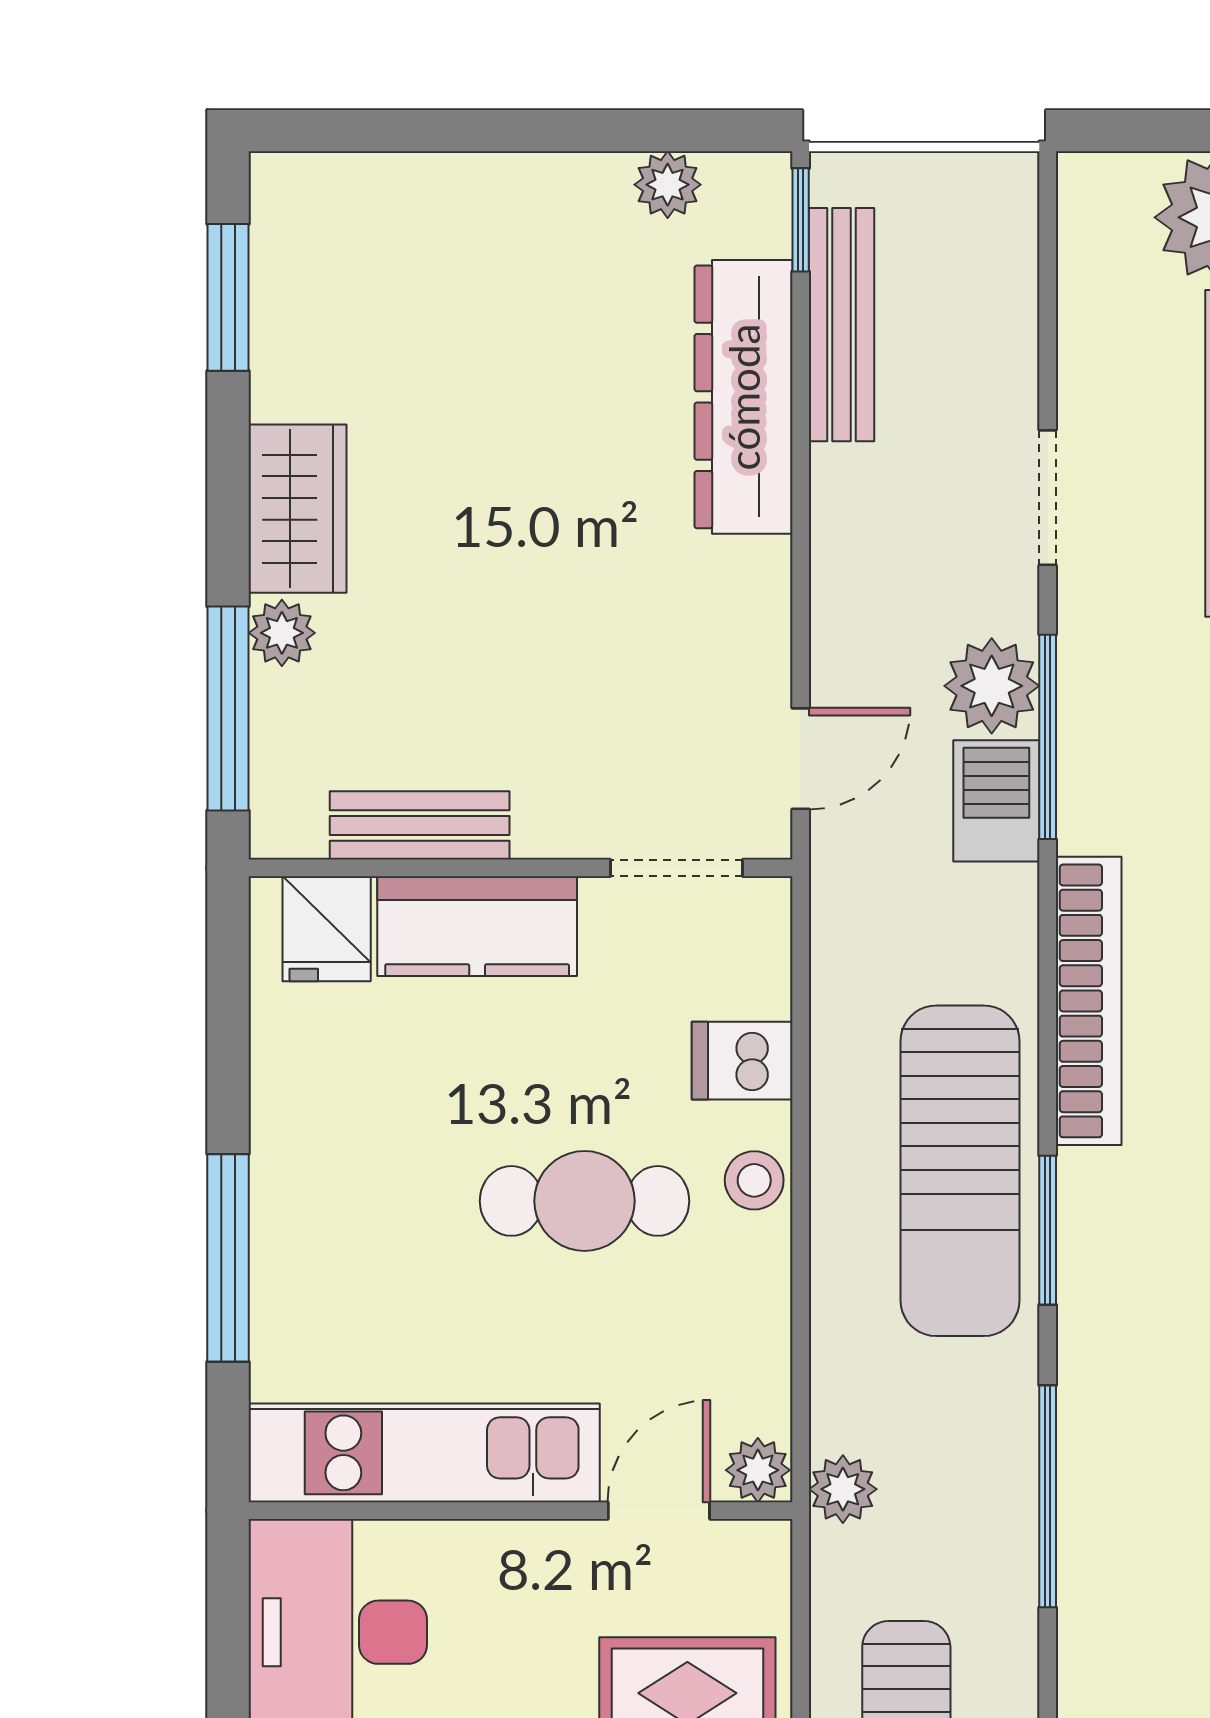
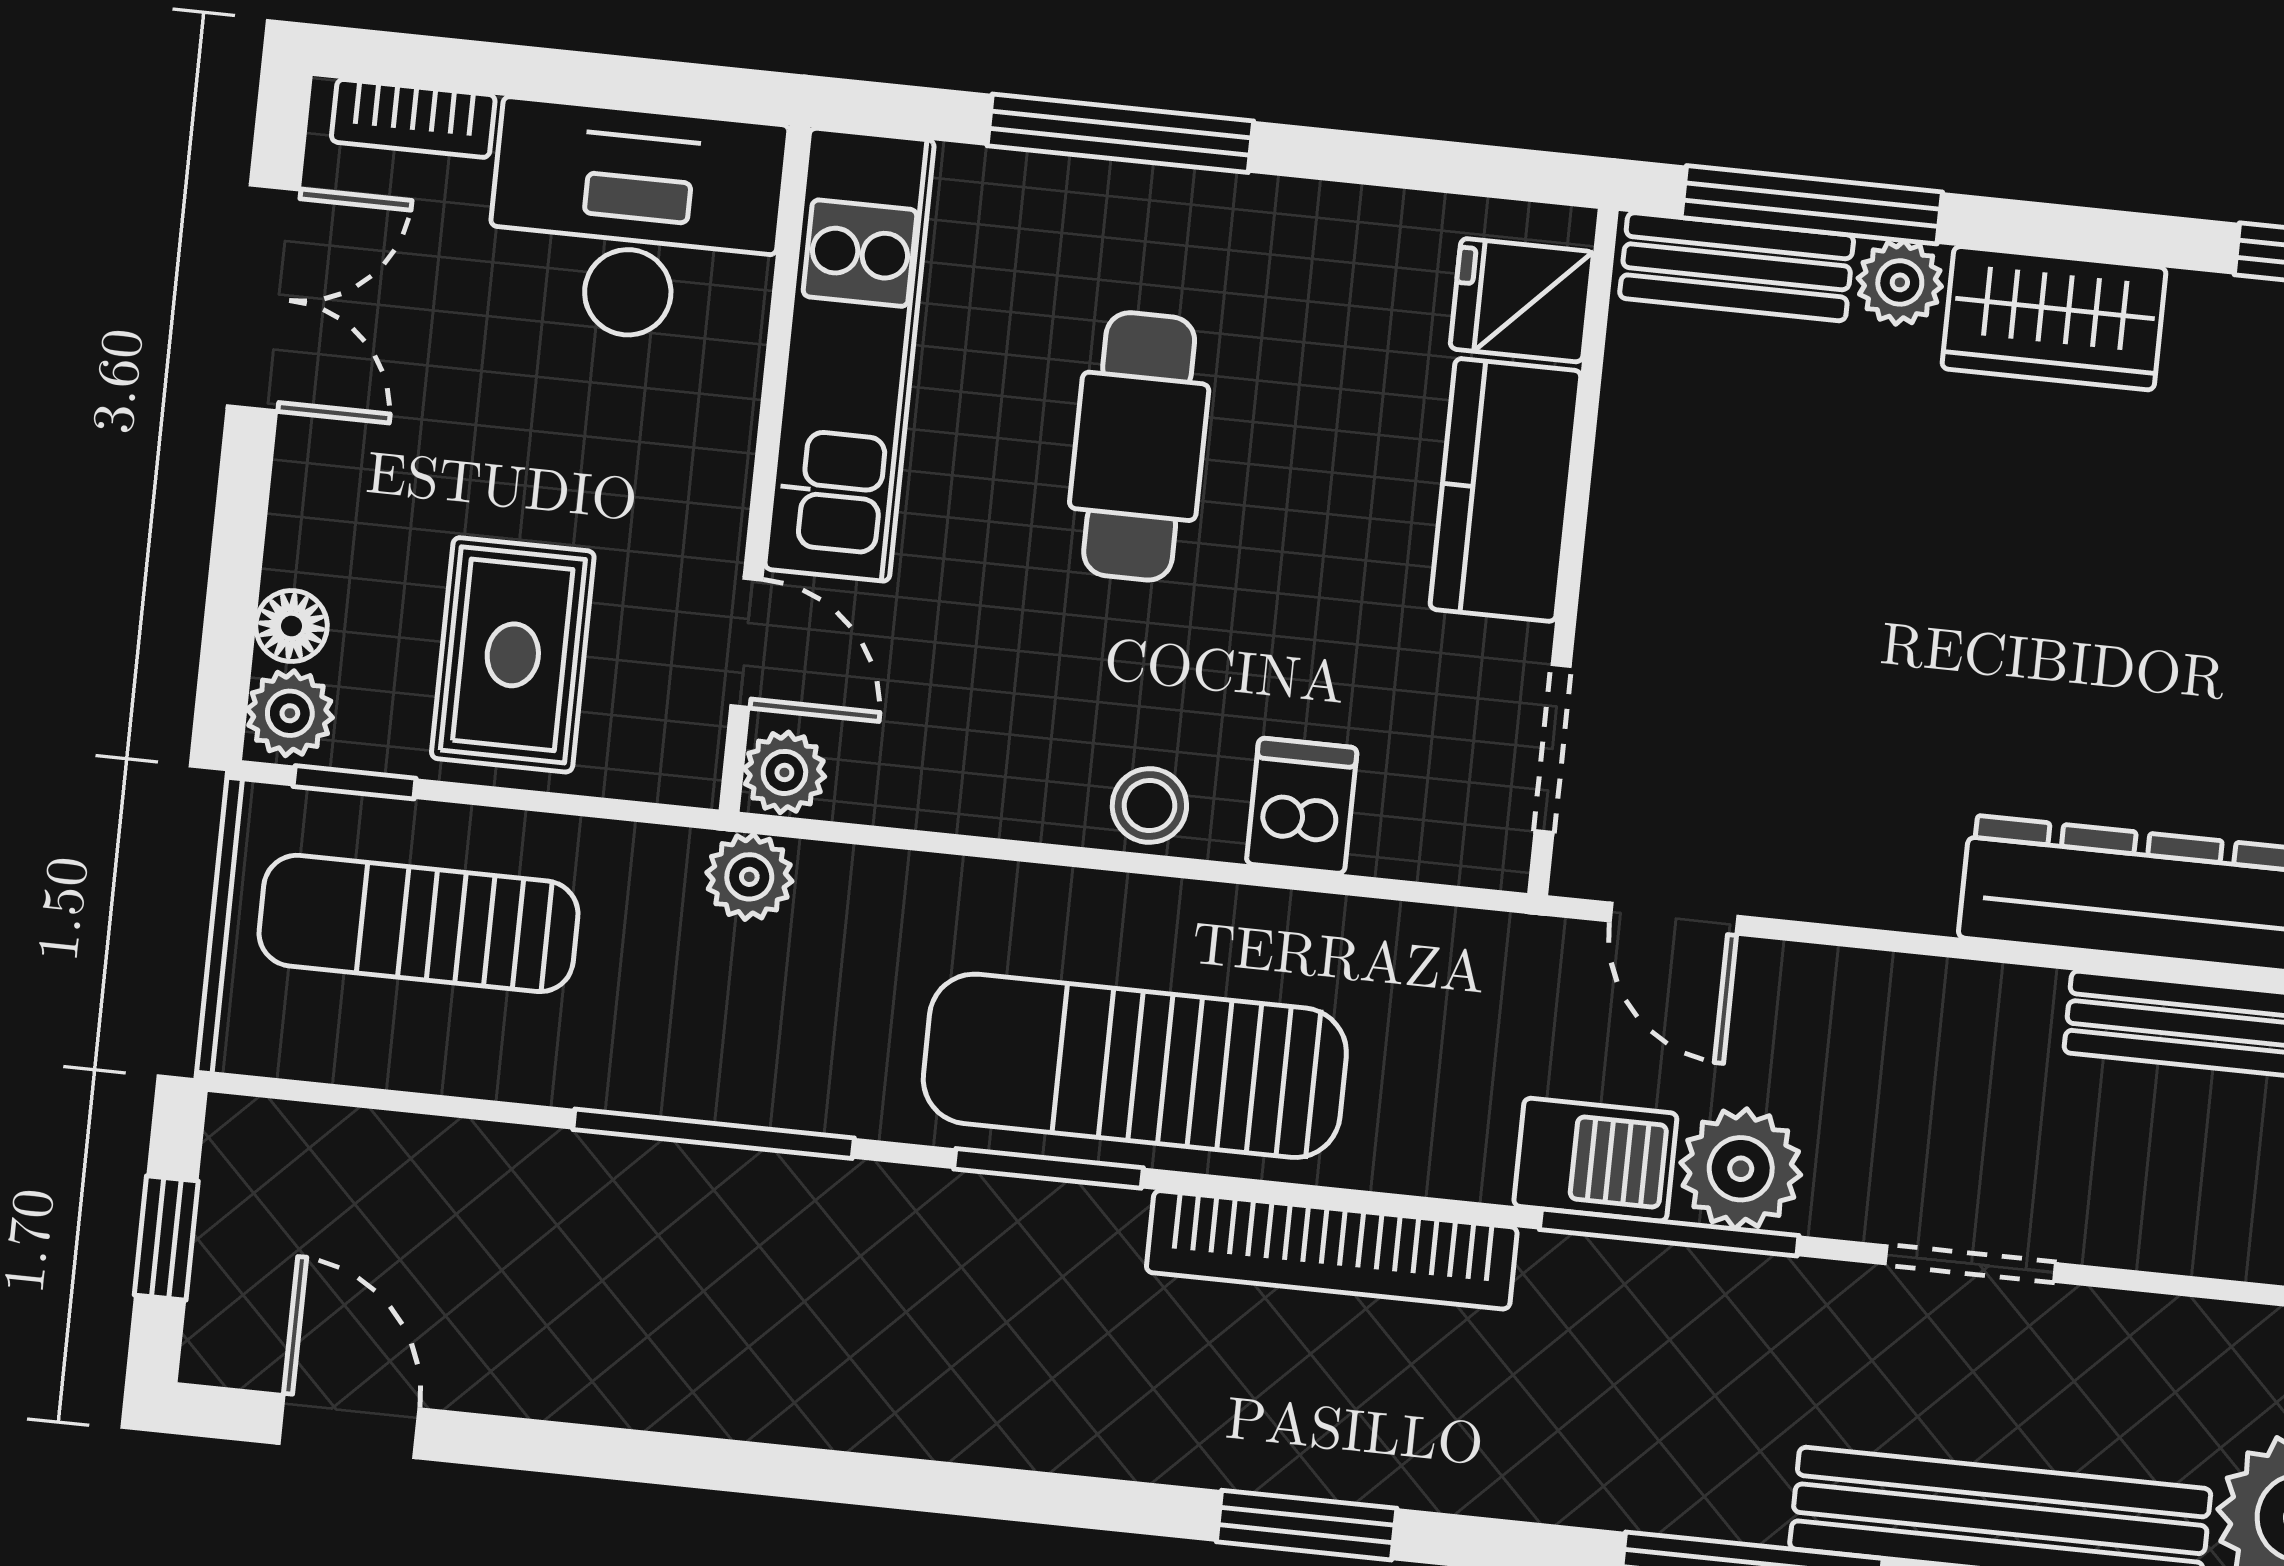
bench: (420, 825) -> (1737, 267), moved, turned 90
cafe table: (585, 1201) -> (1139, 446), moved

